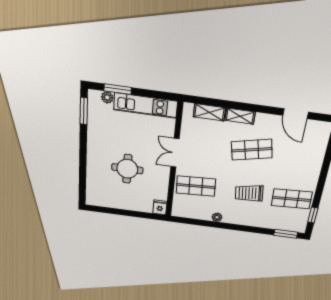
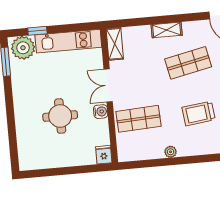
window: (118, 89) -> (37, 31), width x0.67
plant: (107, 97) -> (23, 48), width x1.87, depth x1.87
shelving: (209, 112) -> (115, 44), moved, turned 90
water cooler: (164, 173) -> (101, 112), added

